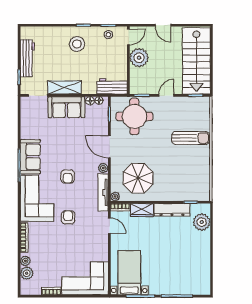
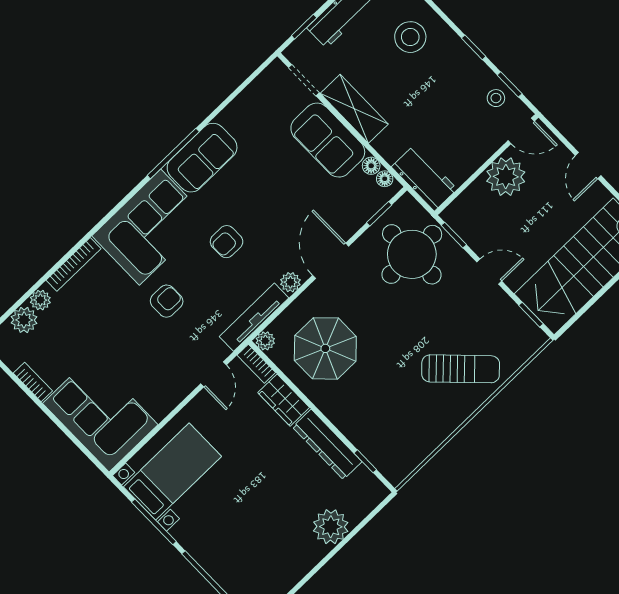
stool: (77, 44) -> (410, 37), moved
sun lounger: (191, 138) -> (461, 369), turned -45
plant: (202, 222) -> (331, 527), moved

